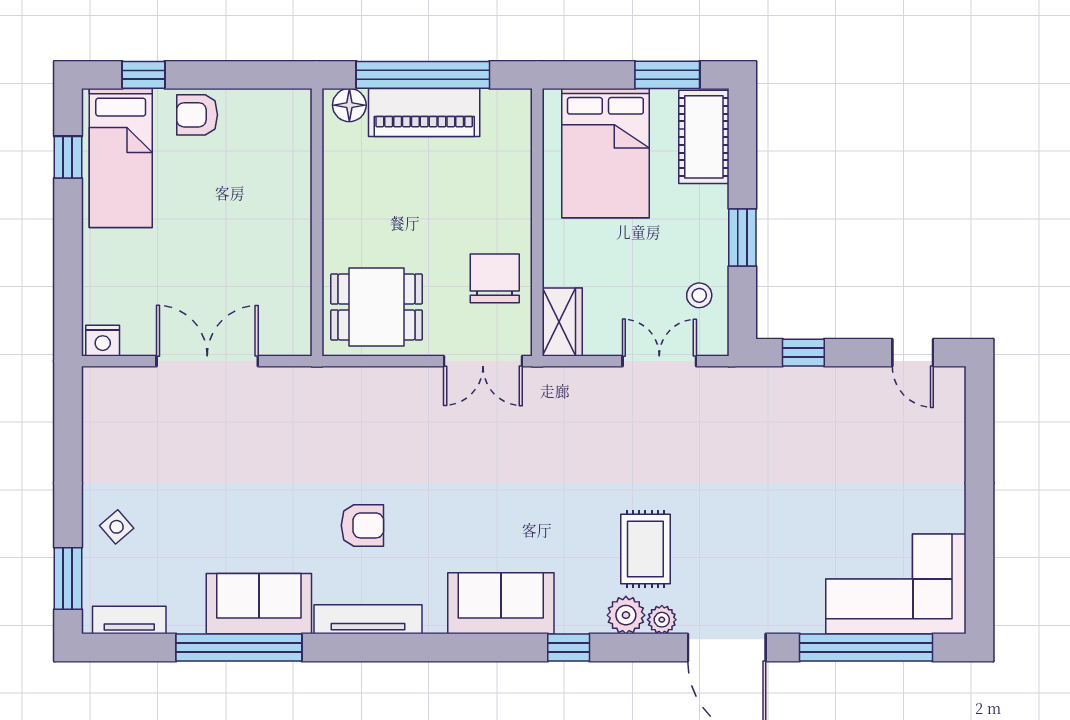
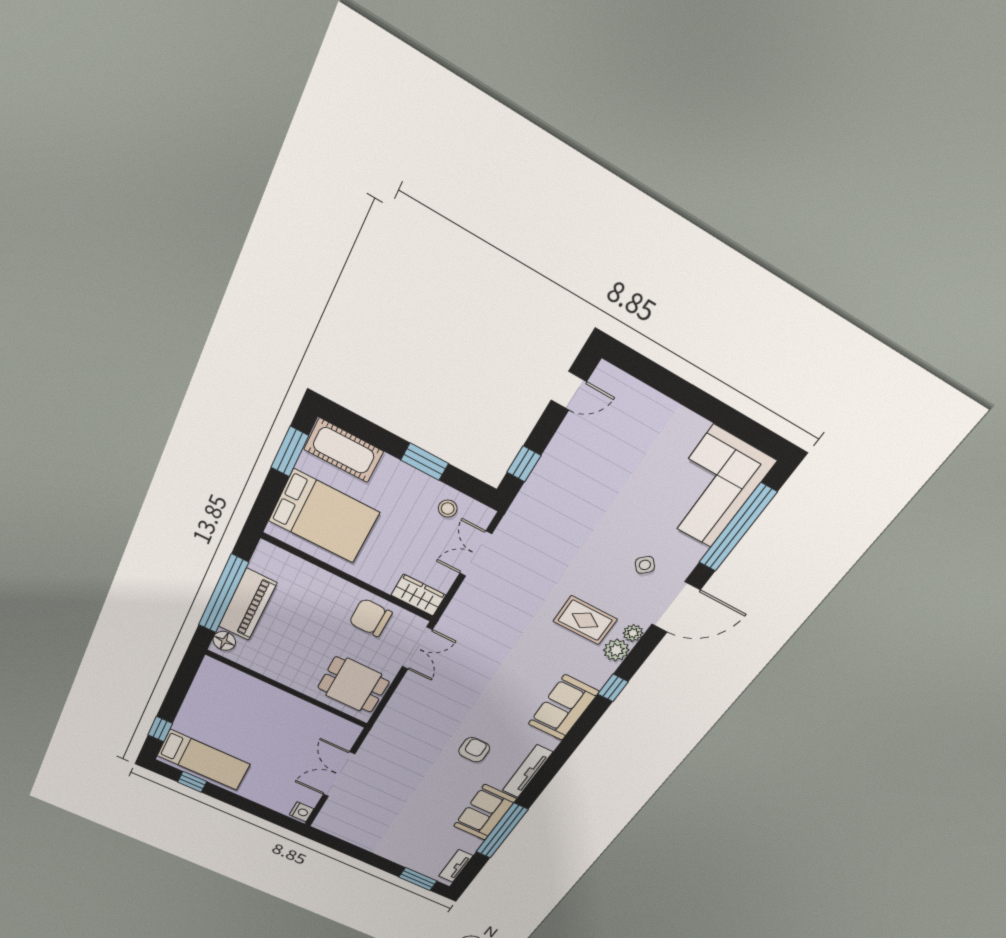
armchair: (197, 115) -> (195, 716), removed
dining table: (377, 307) -> (353, 685), turned 90
side table: (117, 527) -> (645, 565), moved

